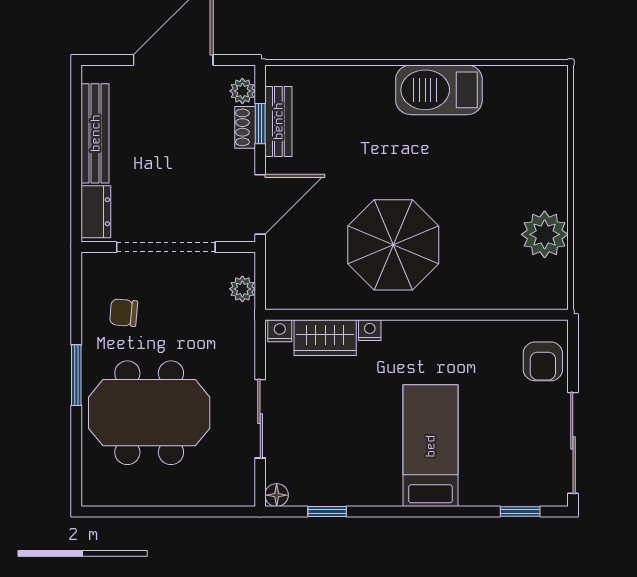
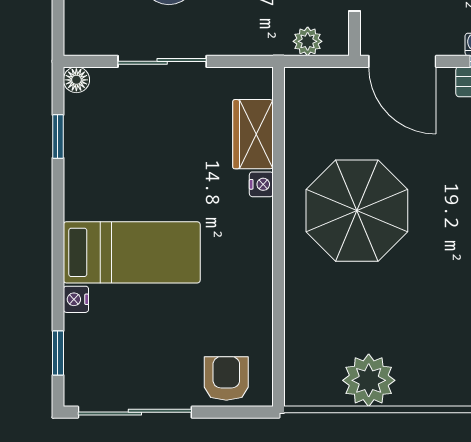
nightstand: (280, 331) -> (76, 299), moved, turned 180
armchair: (543, 361) -> (226, 378), turned 90

